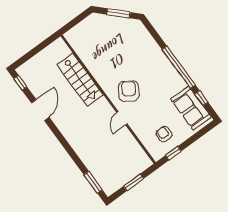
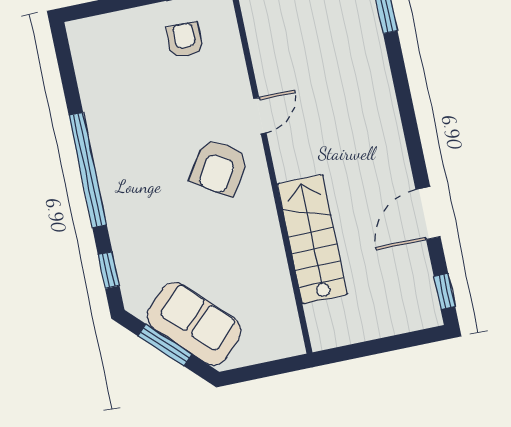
window: (201, 98) -> (109, 270), moved
sofa: (191, 108) -> (194, 324), moved, turned -45
armchair: (164, 134) -> (185, 40), turned 180

